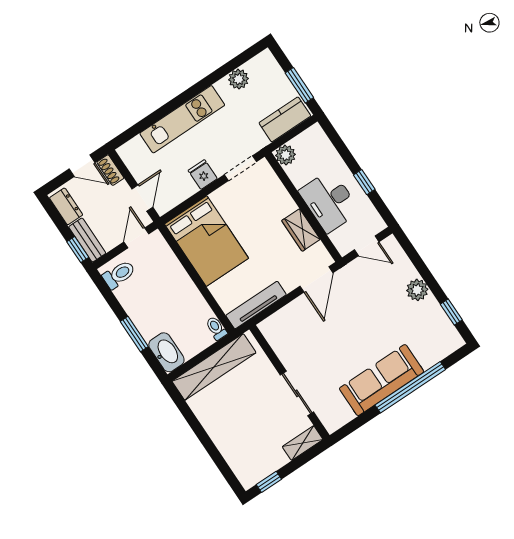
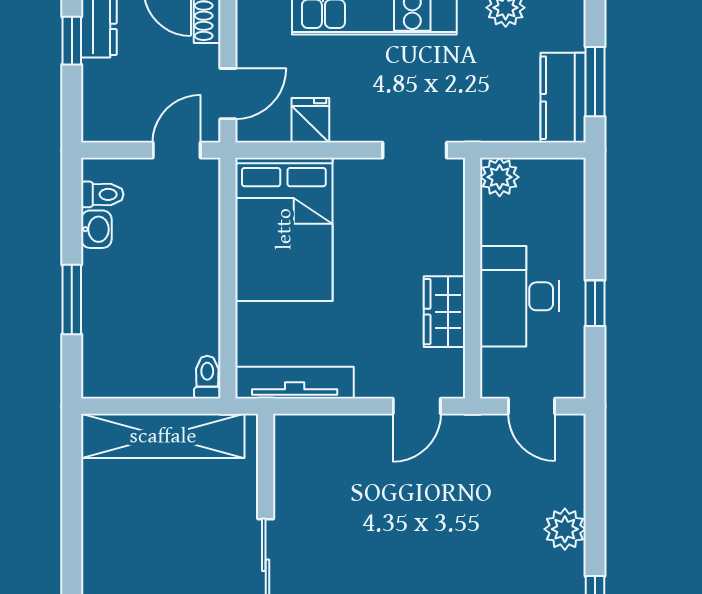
kitchen counter: (285, 119) -> (563, 98), moved, turned -90
fridge: (203, 174) -> (310, 120), moved
bench: (87, 240) -> (97, 102), removed
window: (78, 250) -> (72, 41), moved
toilet: (119, 274) -> (102, 194), width x0.73, depth x0.72
door: (316, 279) -> (417, 406), width x0.73
washbasin: (166, 352) -> (96, 229), moved, width x0.52, depth x0.69

